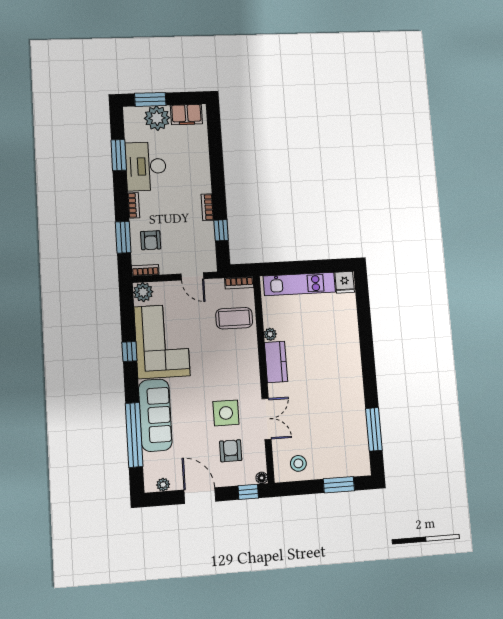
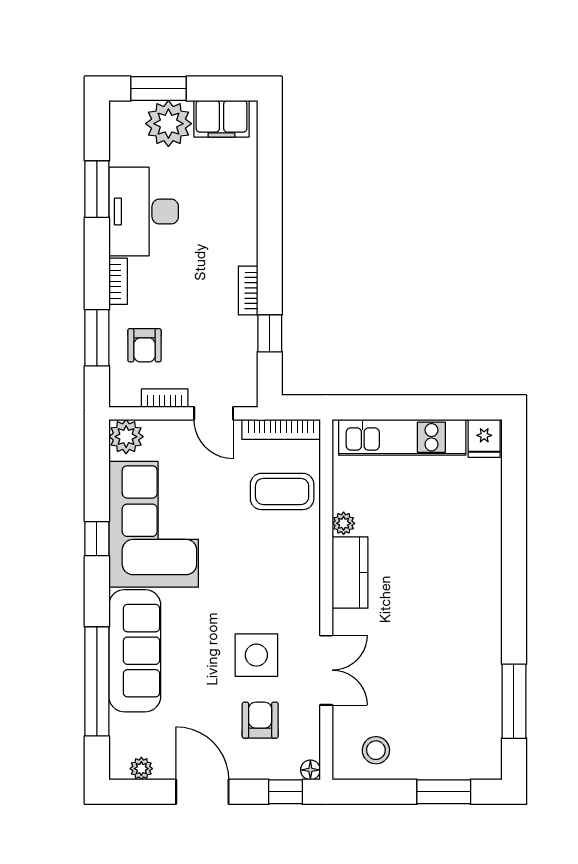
bookcase: (145, 270) -> (165, 398), moved
bookcase: (239, 283) -> (281, 429), width x1.56

